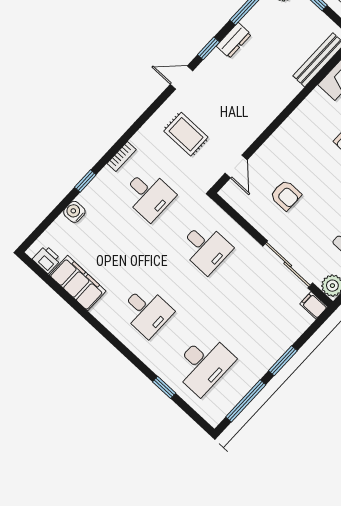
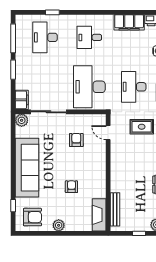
desk: (149, 195) -> (134, 87), width x1.37
armchair: (286, 195) -> (76, 140), turned 90
desk: (206, 248) -> (89, 87), width x1.87, depth x1.30
filing cabinet: (314, 305) -> (22, 100), width x2.00

